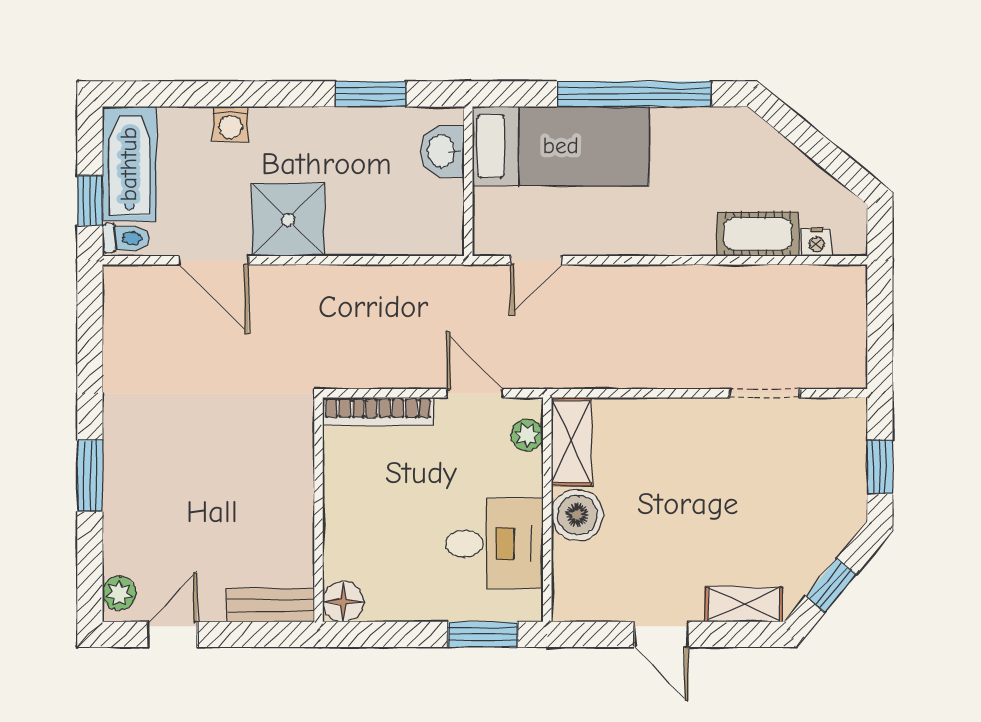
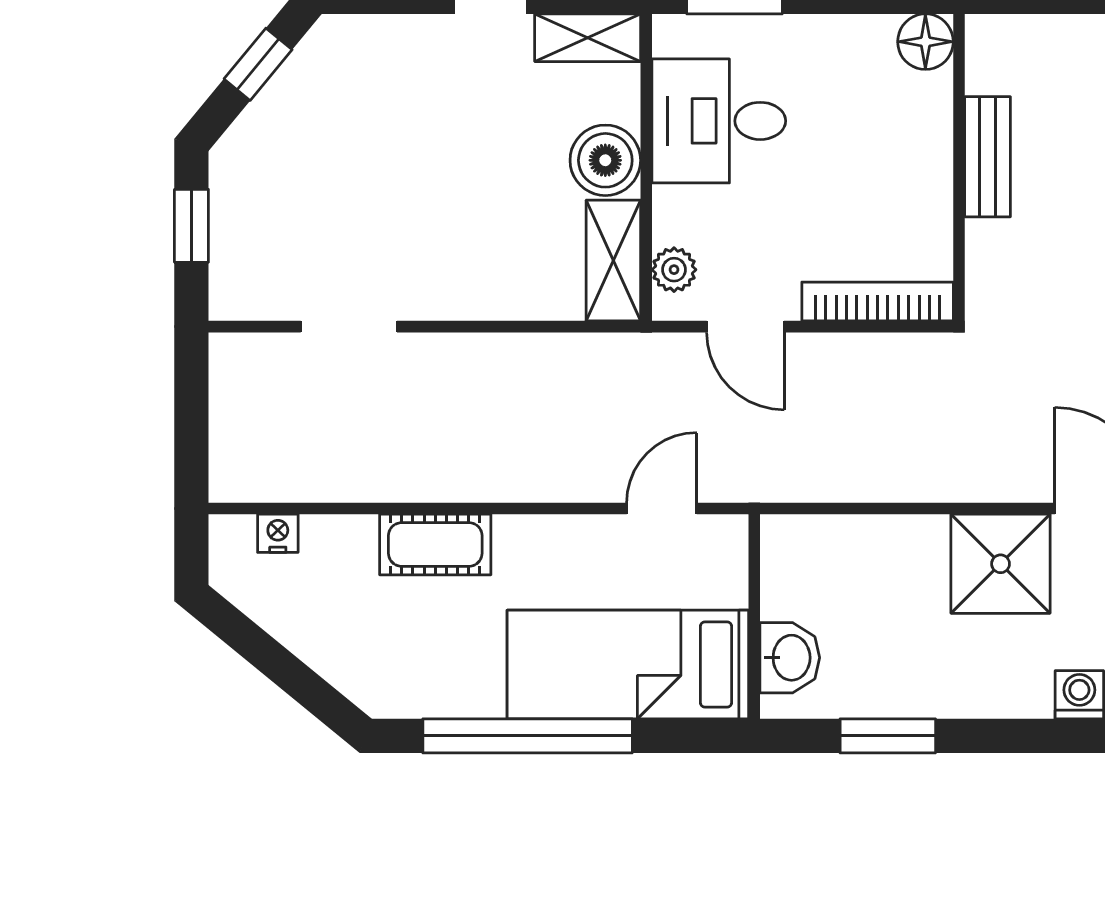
cot: (758, 234) -> (435, 544), moved
bench: (271, 605) -> (988, 157), moved, turned 90
shelving: (744, 605) -> (588, 38), moved

